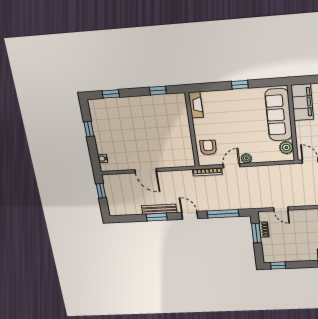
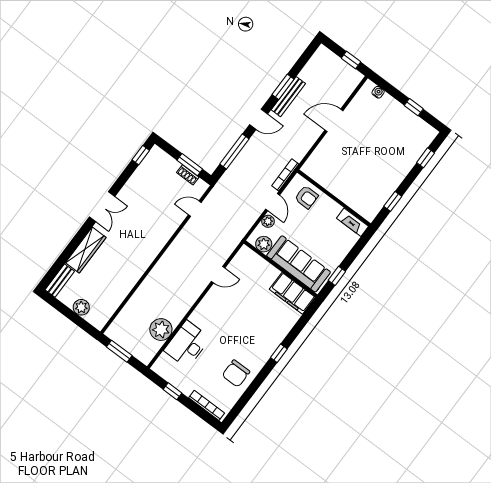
filing cabinet: (302, 102) -> (292, 293), moved
sofa: (279, 115) -> (299, 264), moved
wall: (293, 123) -> (281, 269), moved
plant: (286, 148) -> (264, 244), moved

